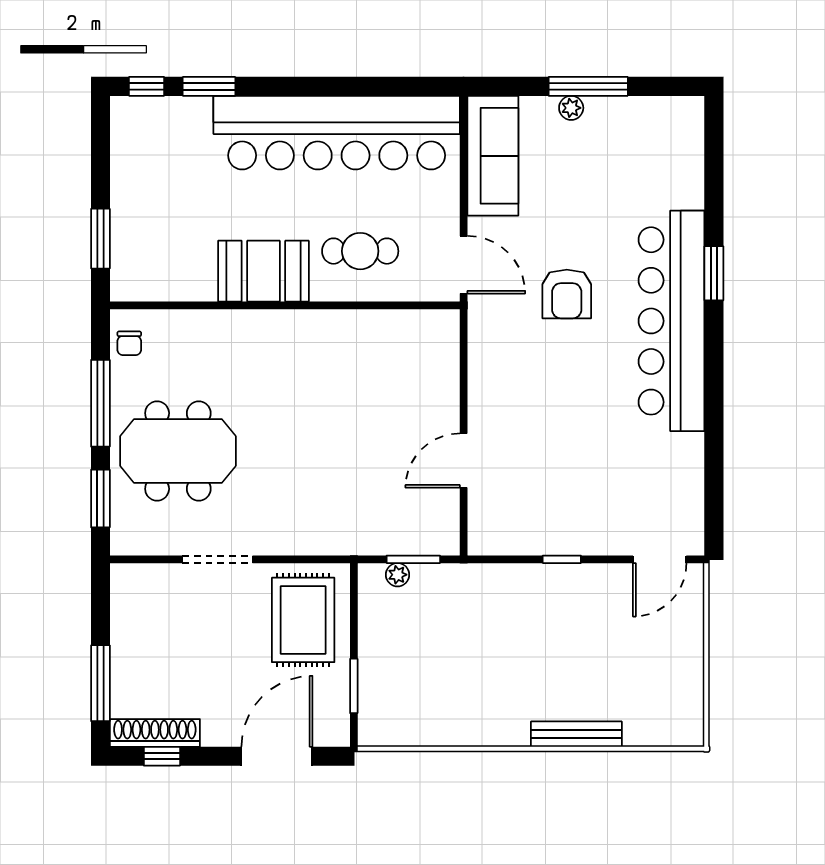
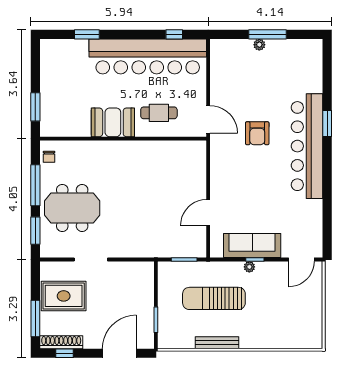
window: (147, 86) -> (174, 34), moved
sofa: (493, 156) -> (252, 246), moved, turned -90
plant: (398, 575) -> (249, 267), moved
rug: (303, 620) -> (64, 296), moved, turned 90
sun lounger: (476, 641) -> (214, 298), added
bench: (576, 734) -> (217, 343), moved

